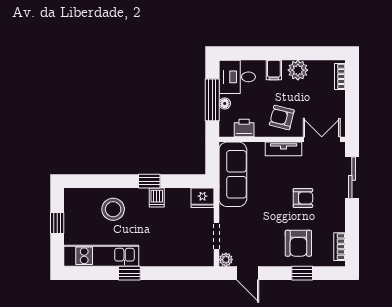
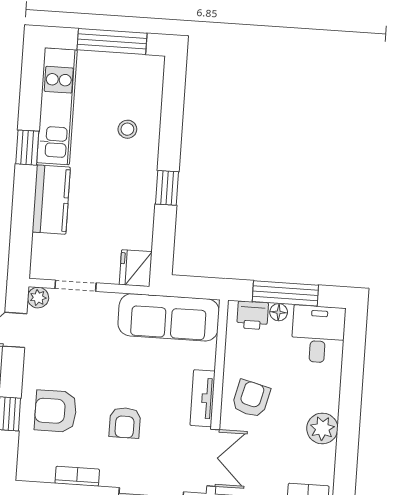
filing cabinet: (274, 70) -> (325, 392), removed
printer: (244, 128) -> (253, 315), moved, turned 90
dishwasher: (157, 198) -> (141, 198), removed
stool: (113, 209) -> (127, 129), width x0.53, depth x0.53
window: (57, 223) -> (112, 42), width x2.17
bookcase: (340, 247) -> (77, 476), moved
kitchen counter: (162, 255) -> (51, 200), added

